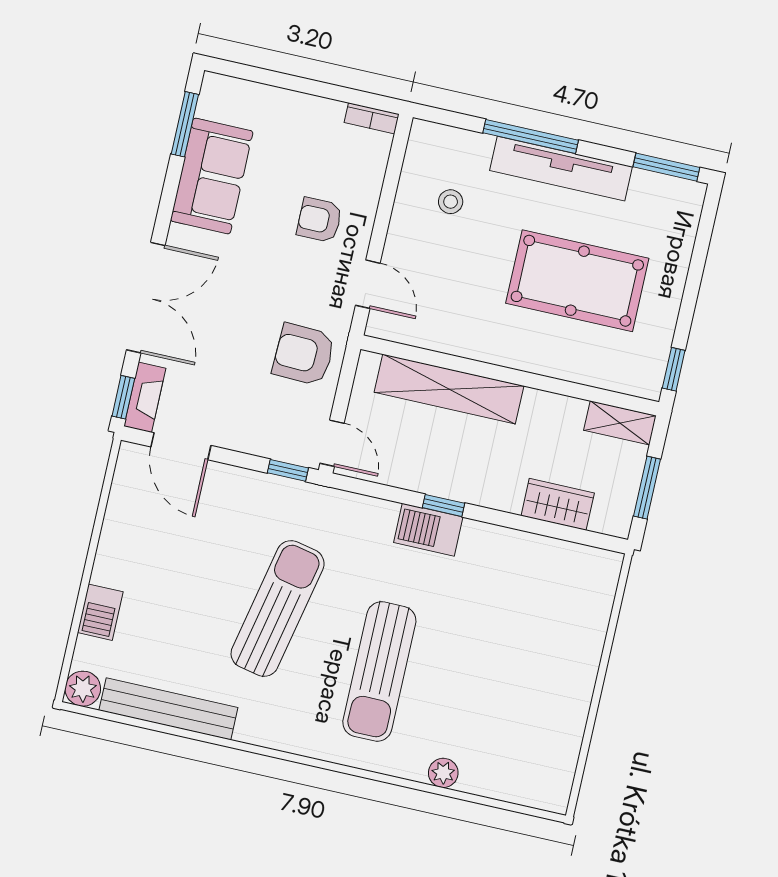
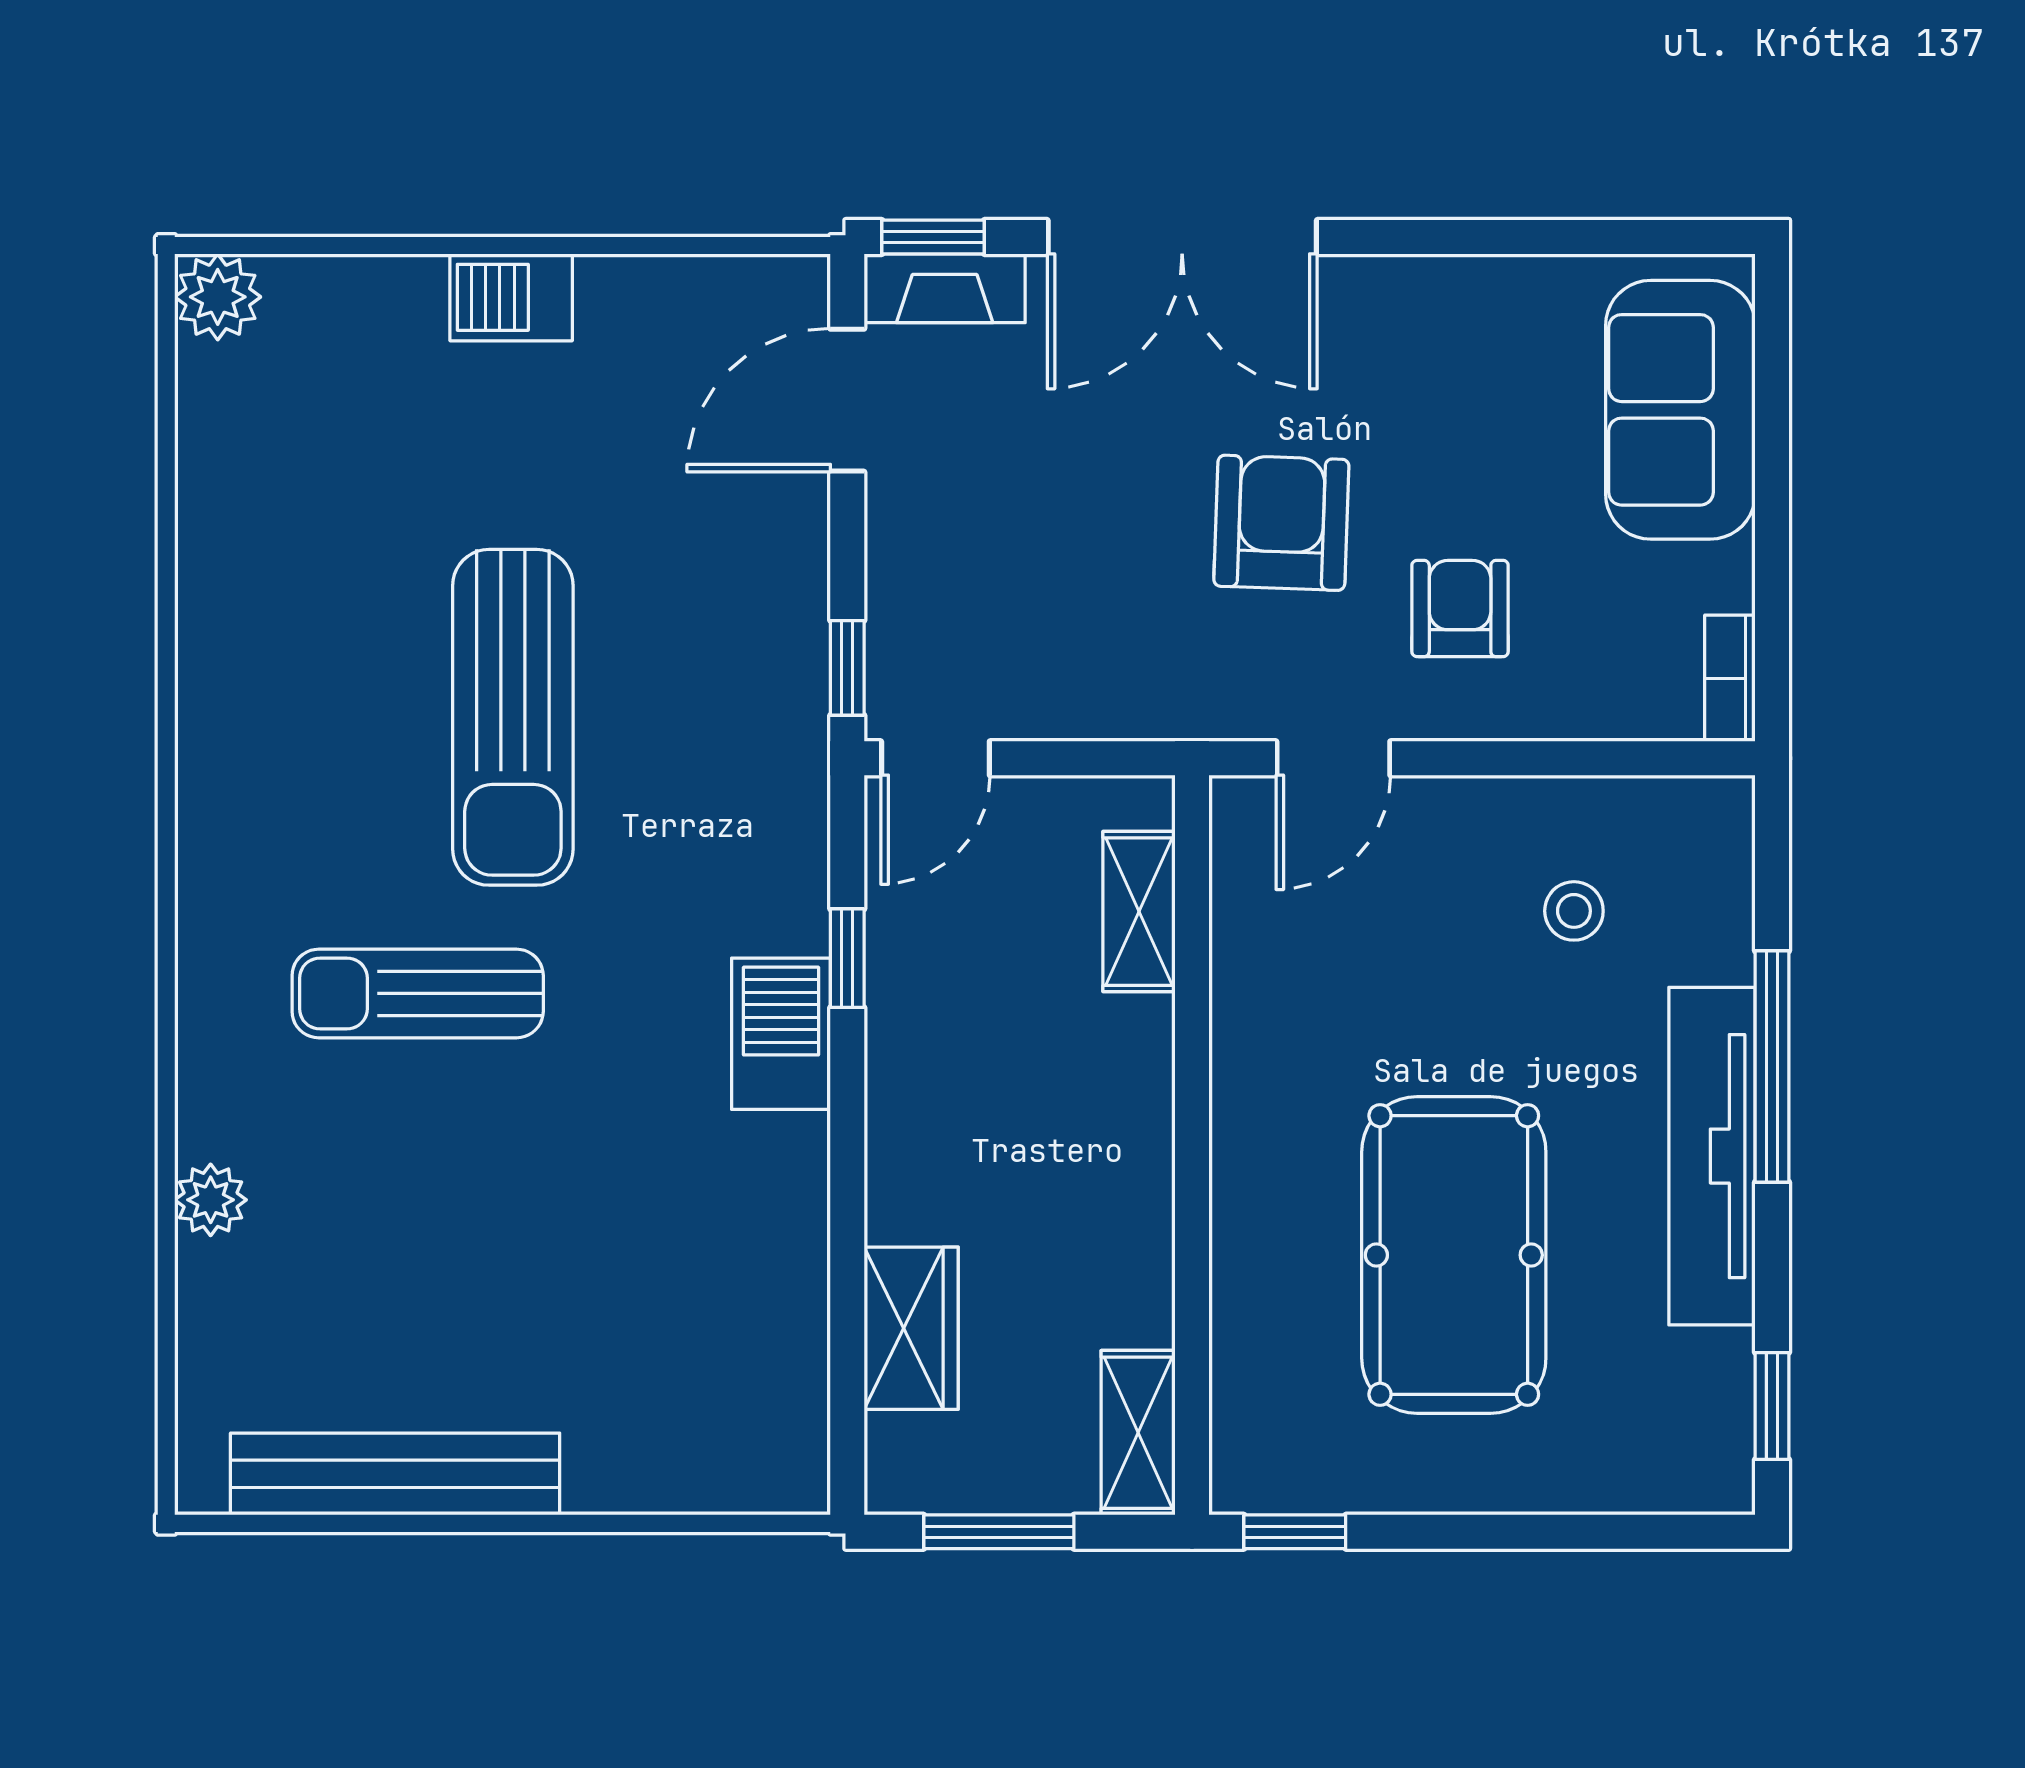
window: (185, 124) -> (1616, 237), removed
window: (666, 167) -> (1772, 1406), width x0.67
sofa: (212, 176) -> (1680, 410), moved, turned 90
armchair: (304, 355) -> (1281, 523), moved
shelving: (449, 389) -> (1139, 912), width x0.45, depth x0.75
window: (444, 505) -> (847, 958), moved
sun lounger: (278, 608) -> (513, 717), turned 78
barbecue: (100, 612) -> (511, 297), moved
sun lounger: (379, 671) -> (418, 993), width x0.73, depth x0.75
bench: (168, 709) -> (395, 1474), moved, turned 90

